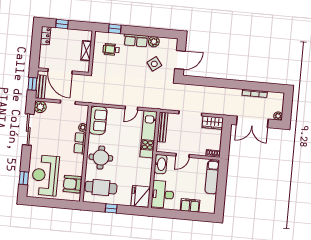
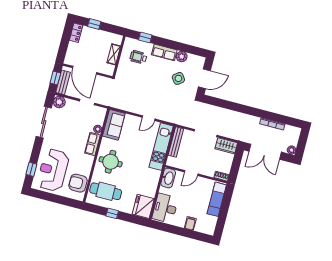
filing cabinet: (190, 205) -> (190, 223), width x0.50

